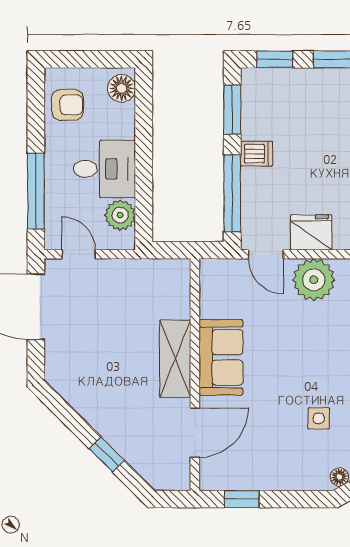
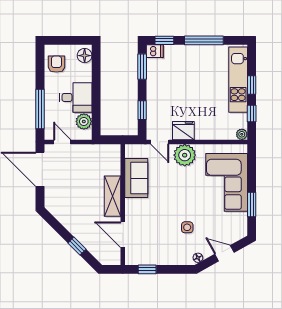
armchair: (68, 105) -> (56, 64), turned -90
dishwasher: (257, 154) -> (155, 51), moved
window: (232, 193) -> (142, 110), width x0.46
sofa: (221, 357) -> (136, 178), moved
door: (195, 433) -> (123, 235), swing flipped

